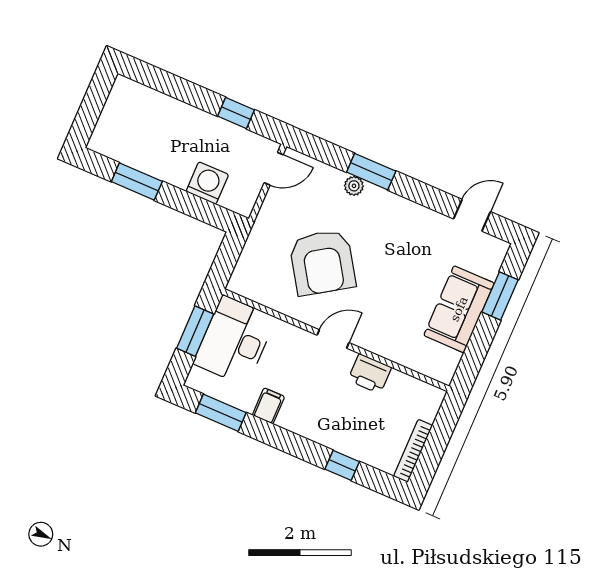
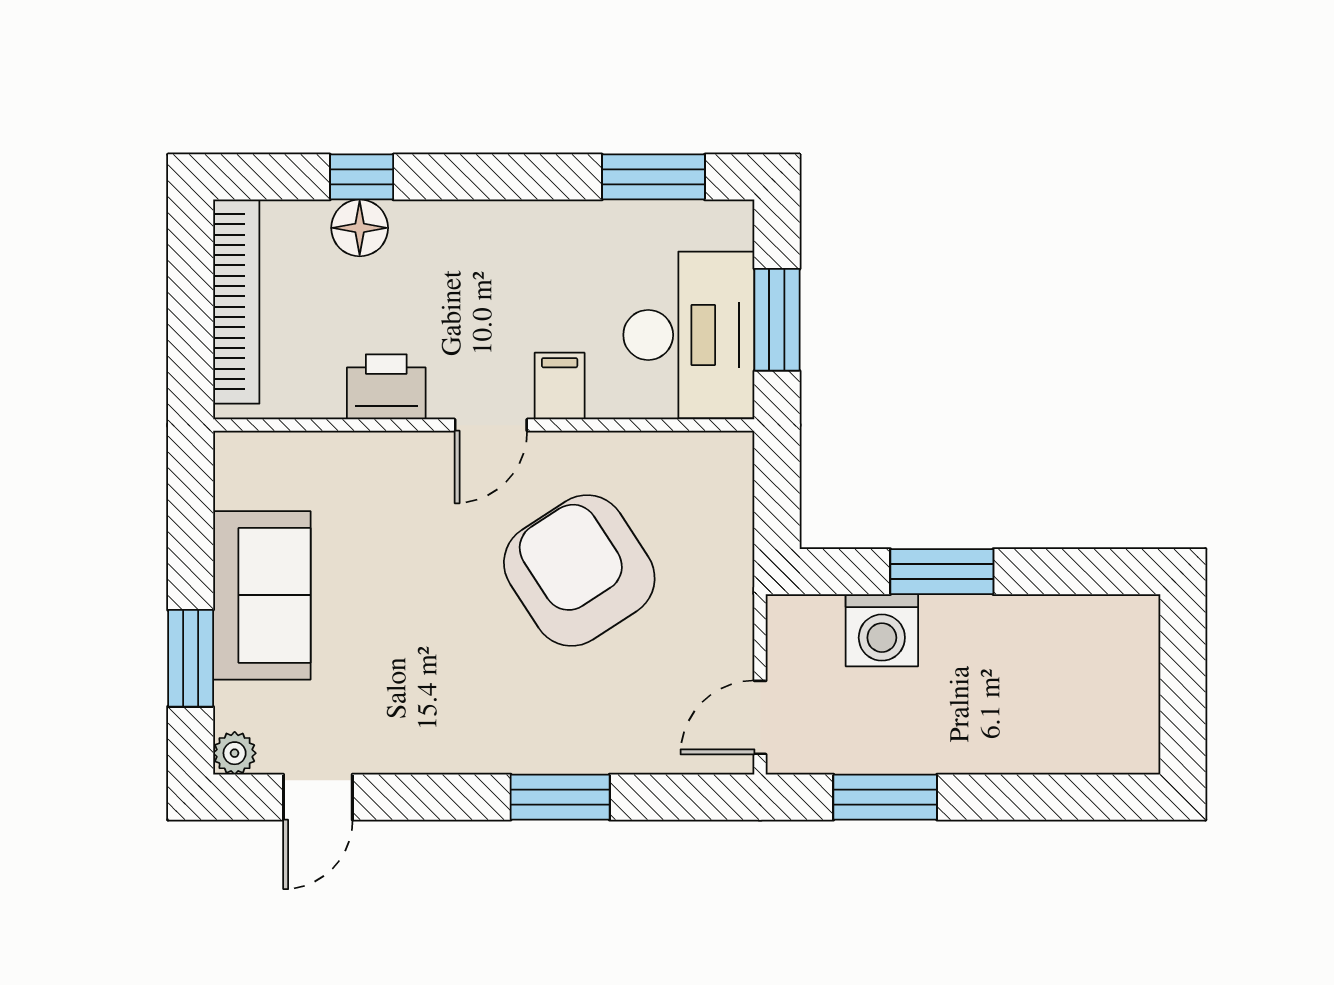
window: (236, 113) -> (885, 797), width x1.50
window: (137, 182) -> (942, 572), moved
plant: (354, 186) -> (235, 753), moved
filing cabinet: (268, 406) -> (560, 386), moved, turned 180
floor lamp: (352, 445) -> (360, 228), added
bookcase: (413, 451) -> (236, 302), width x1.48, depth x1.31

